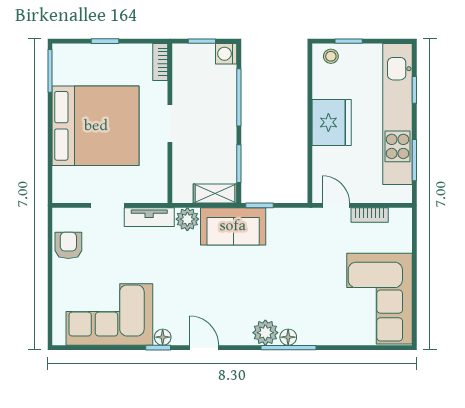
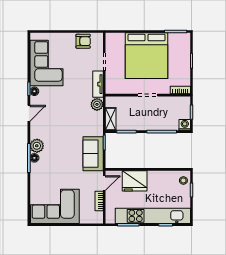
fridge: (332, 122) -> (135, 181), moved
sofa: (233, 226) -> (93, 154), moved

